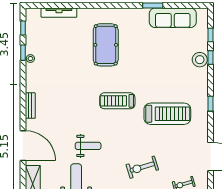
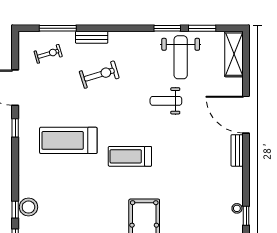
treadmill: (117, 101) -> (130, 156), turned 180
window: (211, 104) -> (15, 128), moved
door: (23, 146) -> (246, 115), moved

